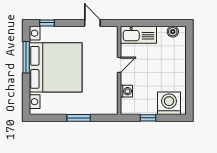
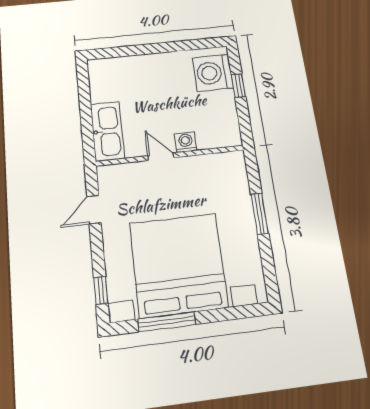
boiler: (173, 32) -> (97, 79), removed
washing machine: (126, 91) -> (186, 142), moved
window: (148, 118) -> (238, 86), moved

